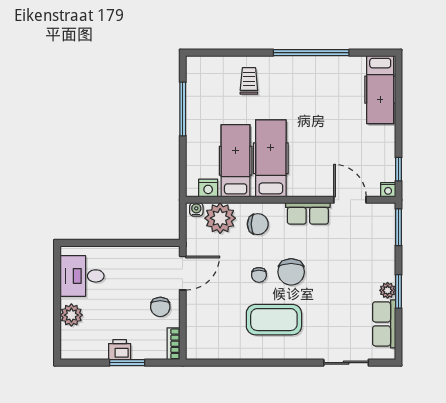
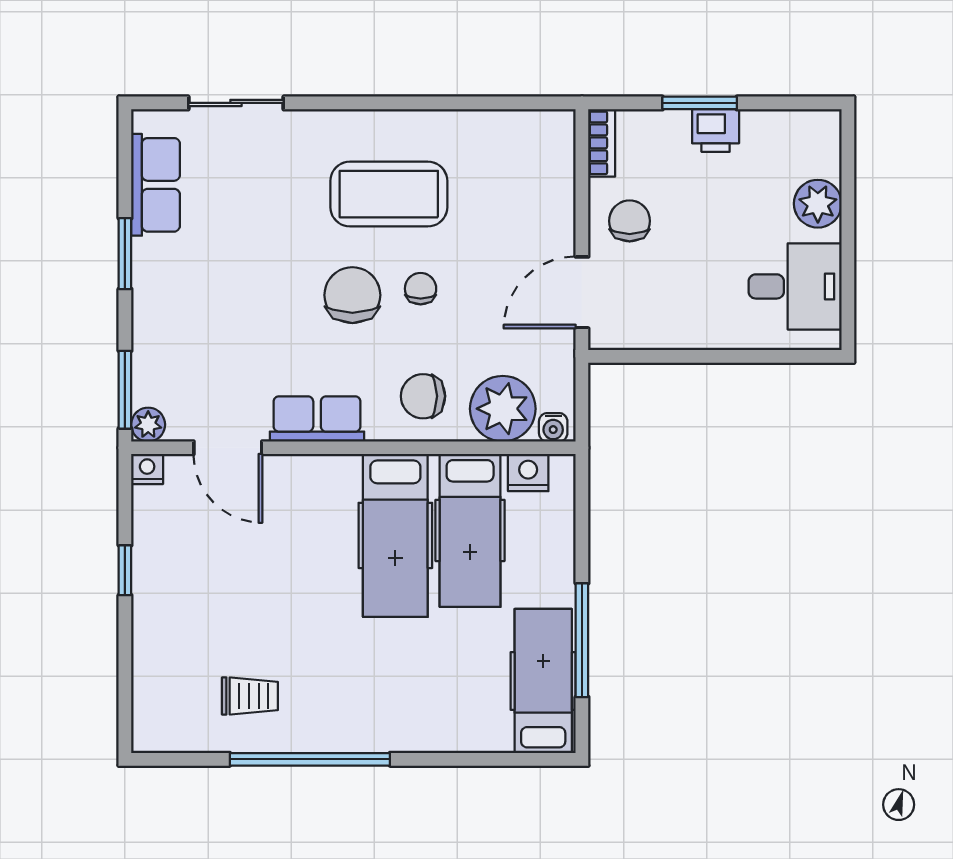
trolley: (249, 81) -> (250, 696), moved, turned -90
hospital bed: (380, 90) -> (543, 681), moved
window: (399, 169) -> (125, 570), moved
plant: (388, 290) -> (148, 425), moved

